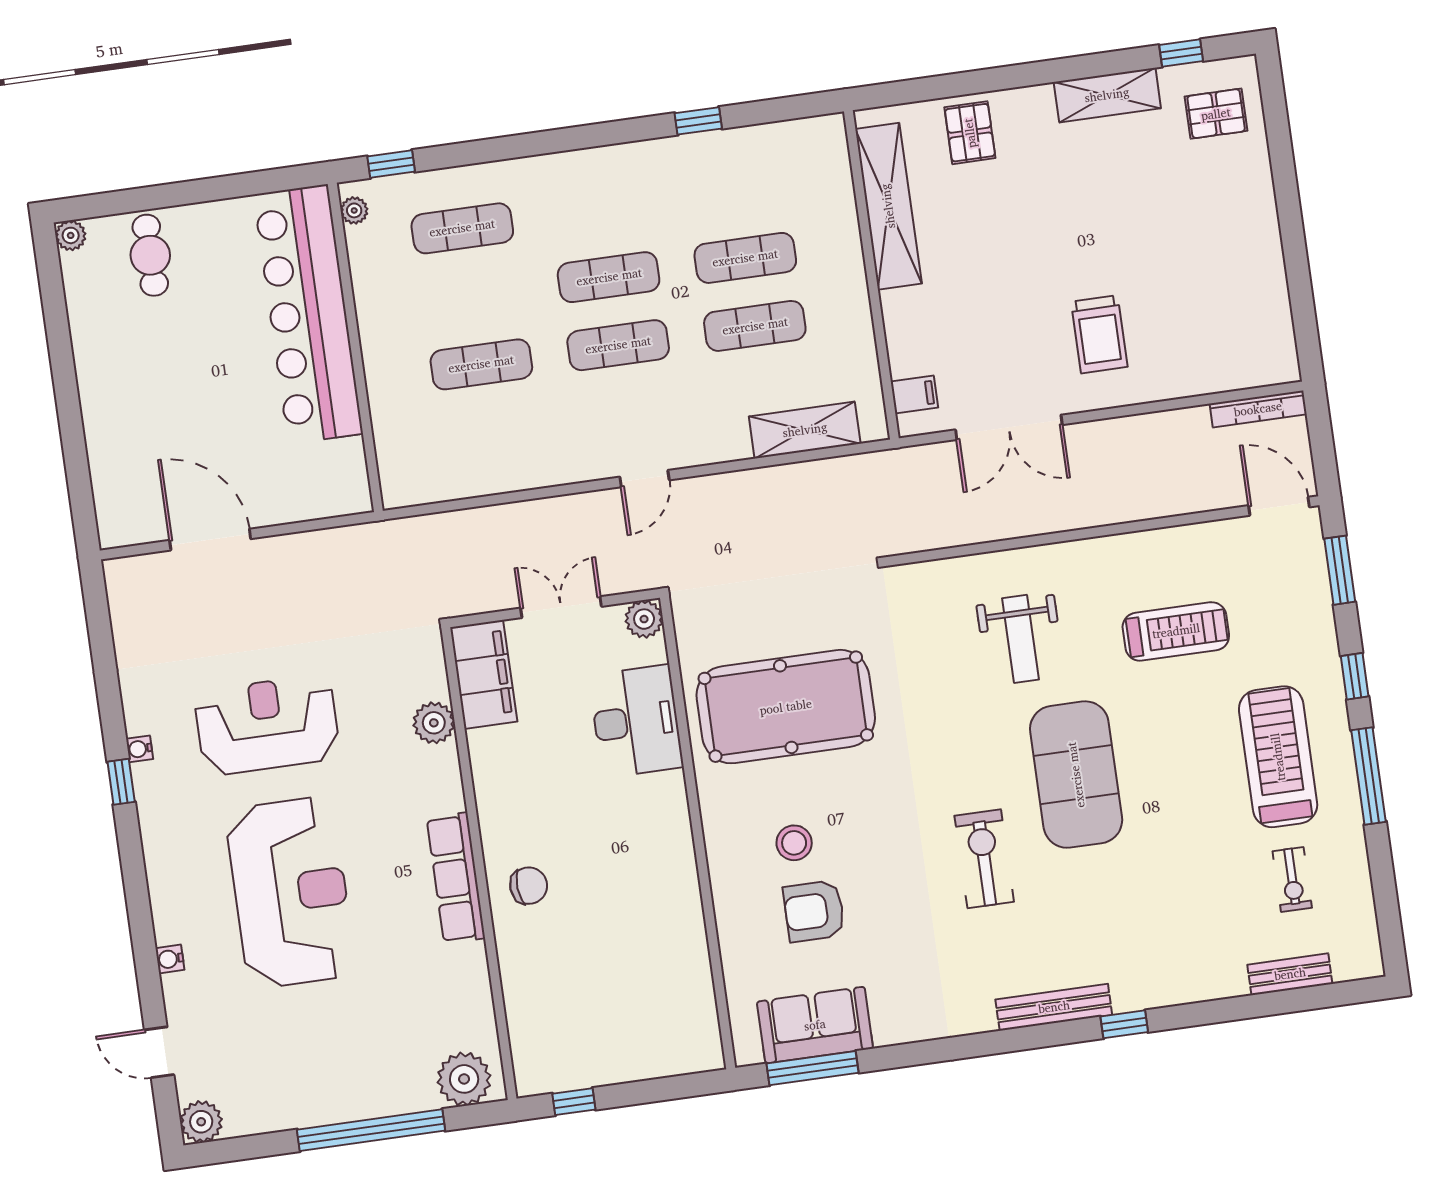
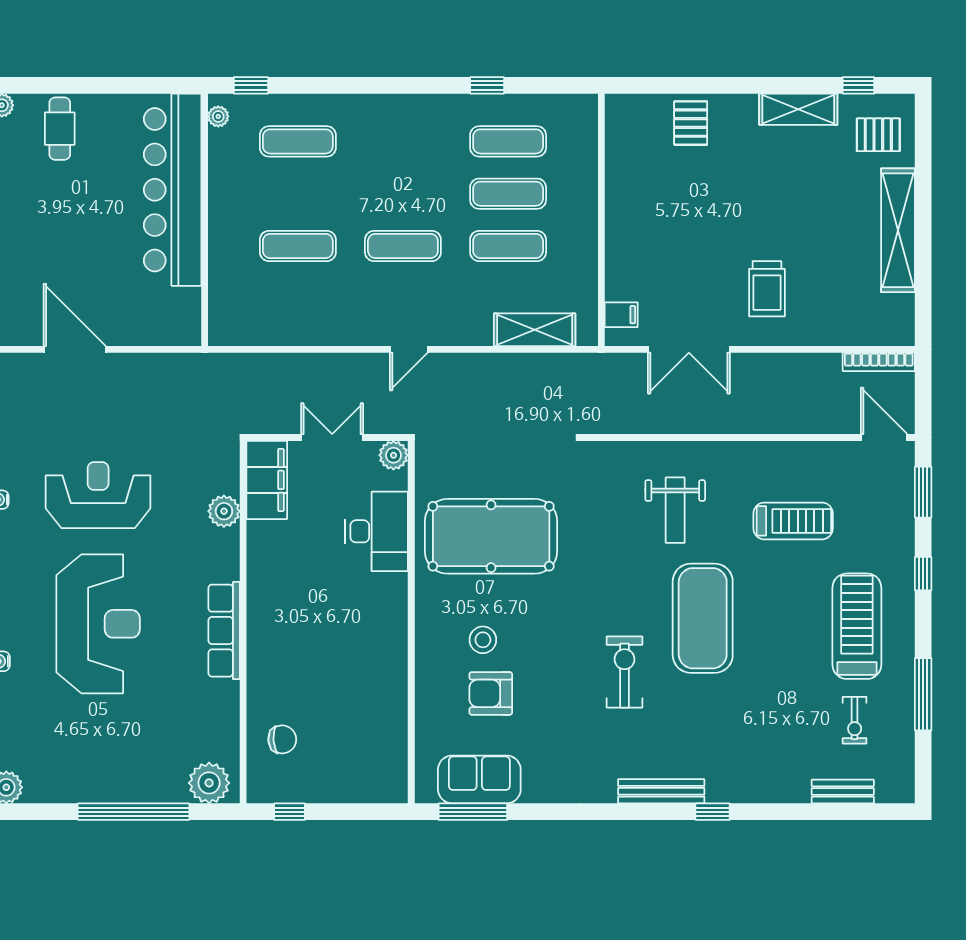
shelving: (888, 206) -> (898, 230), moved
exercise mat: (609, 277) -> (508, 141), moved
window: (1369, 776) -> (923, 694), moved
chair: (529, 886) -> (282, 739), moved

